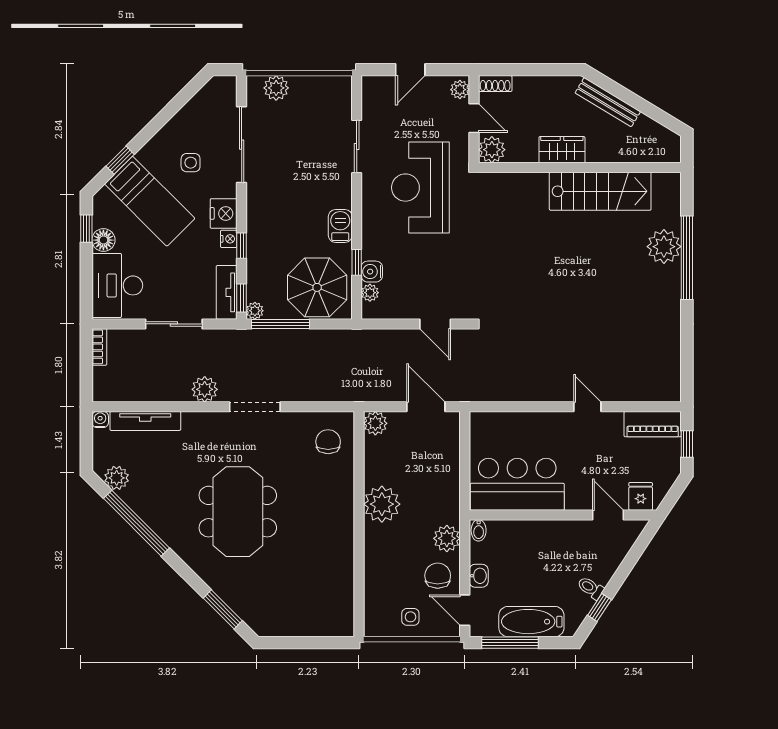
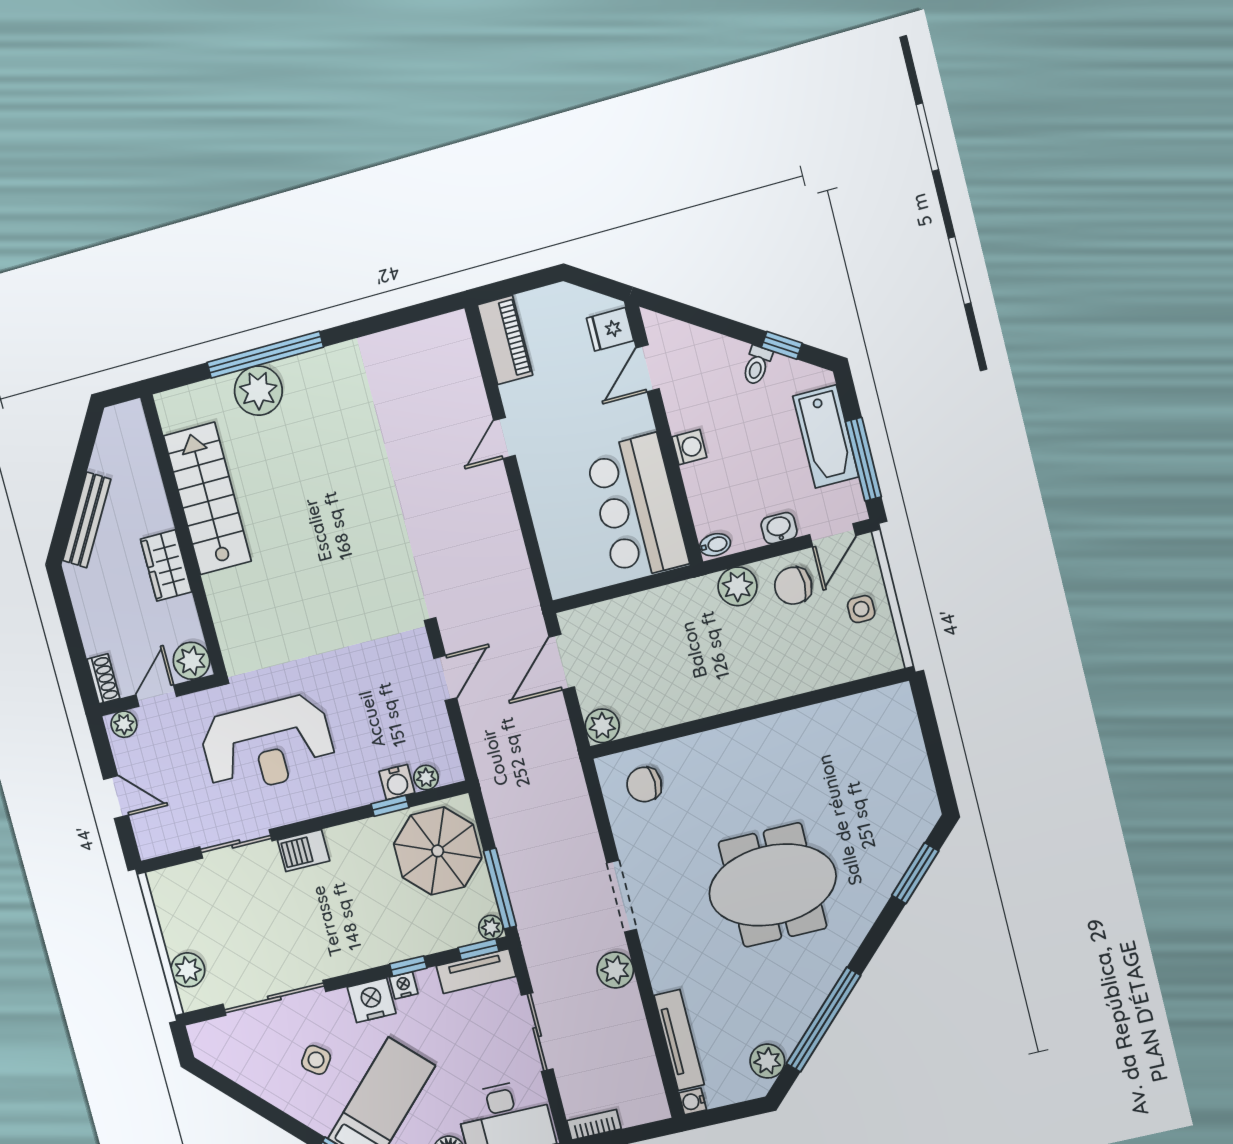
side table: (191, 163) -> (316, 1060), turned 36
barbecue: (340, 226) -> (304, 851), moved
window: (687, 444) -> (520, 284), removed
plant: (382, 504) -> (712, 689), removed
washing machine: (548, 530) -> (689, 447), added

